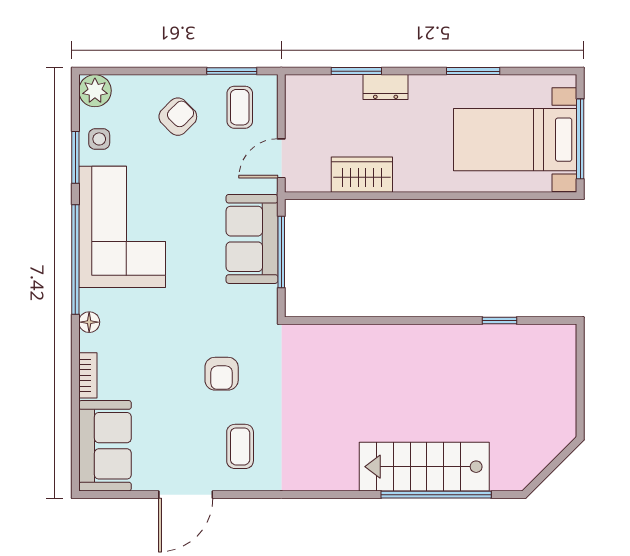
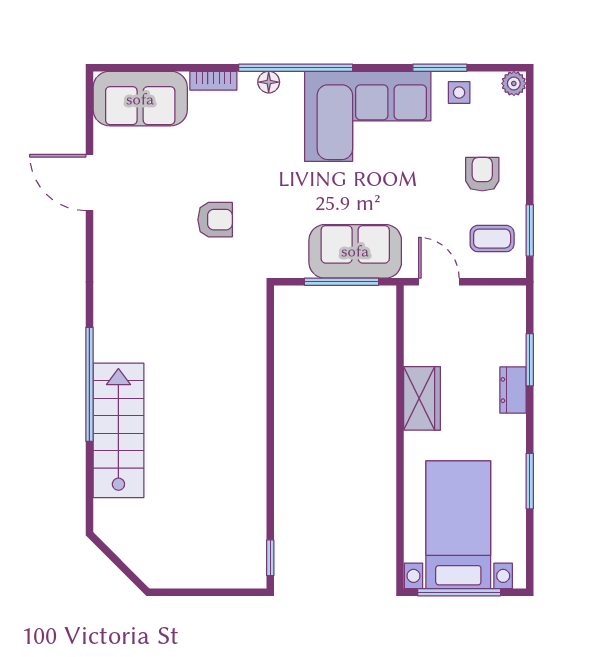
plant: (95, 91) -> (514, 83), width x0.73, depth x0.73
armchair: (178, 117) -> (482, 174), turned -135
wardrobe: (362, 175) -> (422, 398), moved
window: (75, 259) -> (296, 68), moved
window: (500, 321) -> (270, 558), moved
armchair: (222, 374) -> (215, 220), turned 180
coffee table: (240, 446) -> (140, 239), removed
window: (436, 495) -> (89, 384), moved

